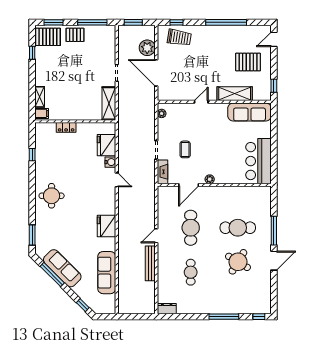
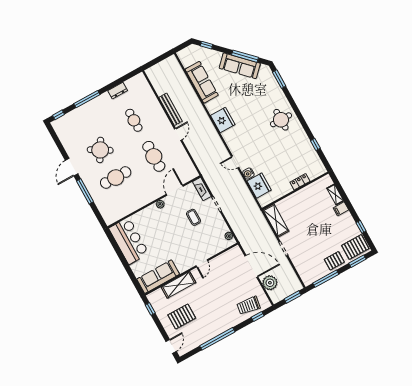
filing cabinet: (42, 113) -> (341, 209), moved
dresser: (167, 309) -> (118, 91), moved

